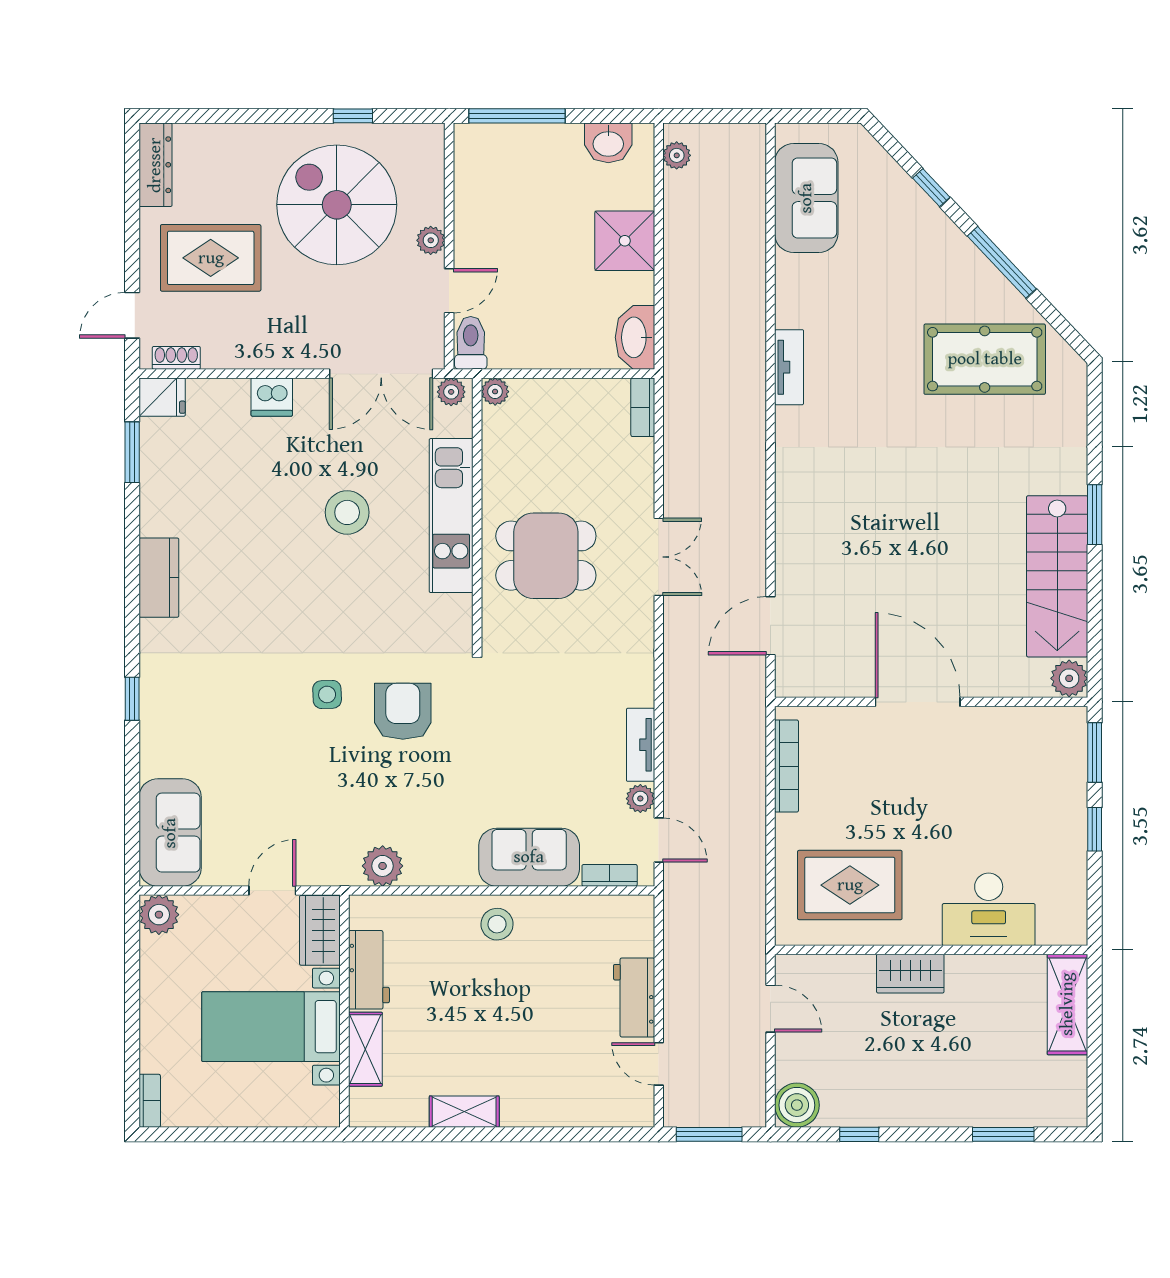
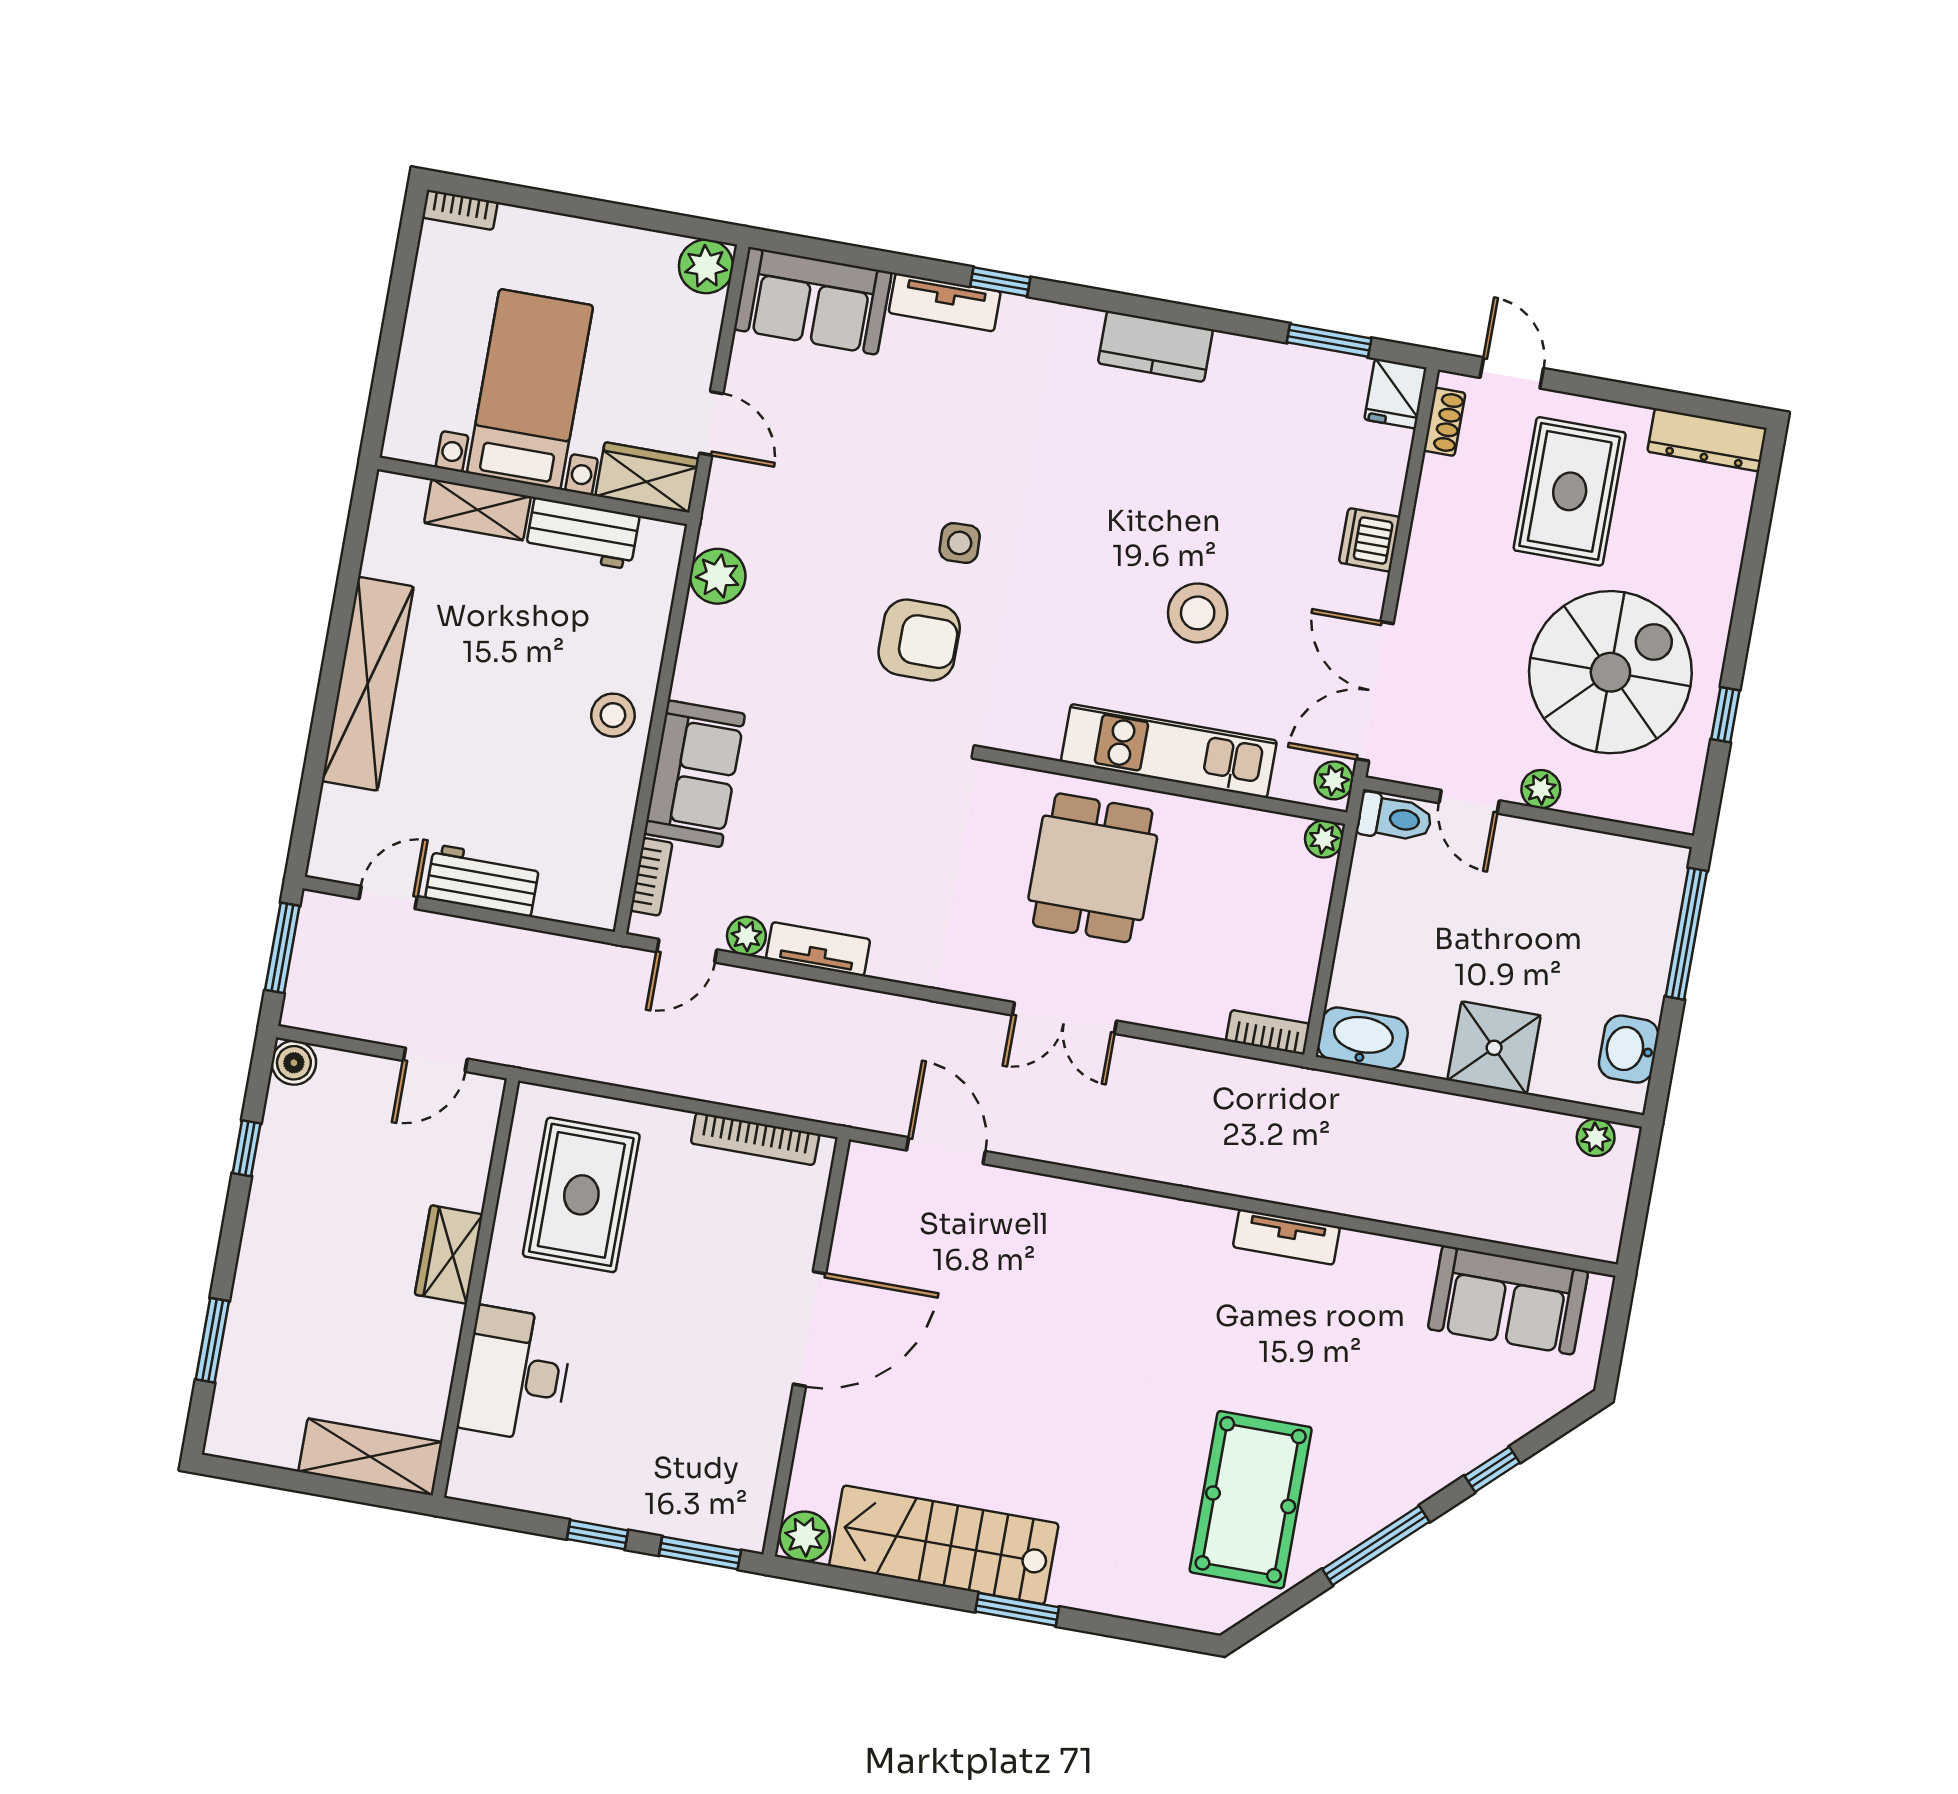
tv unit: (154, 736) -> (945, 302), added
boiler: (797, 1105) -> (294, 1063), width x0.73, depth x0.73
shelving: (464, 1112) -> (368, 684), width x2.20, depth x1.33

